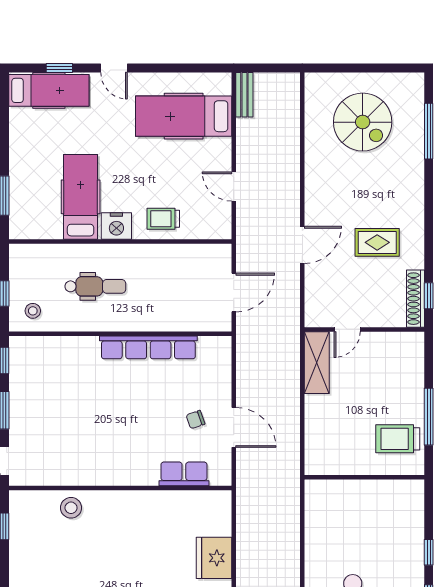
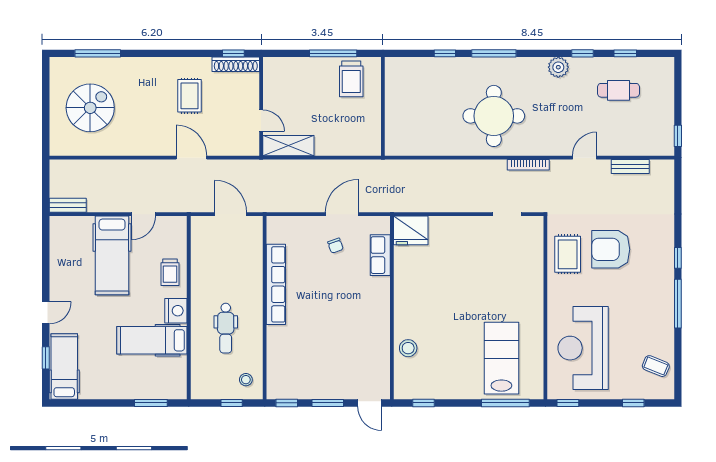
hospital bed: (184, 116) -> (112, 255), moved
dental chair: (95, 286) -> (226, 328), turned 180
fridge: (214, 558) -> (411, 230), moved

